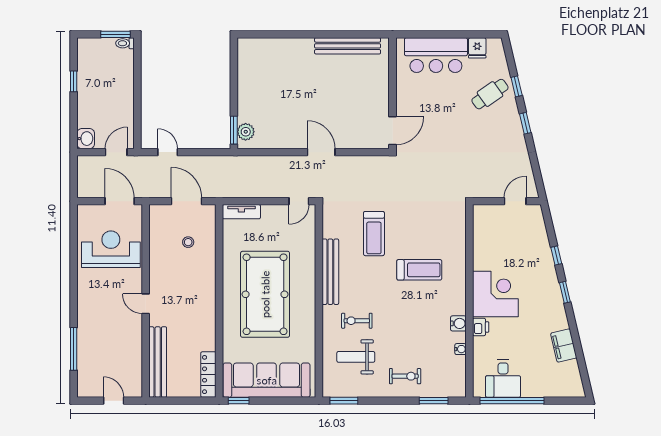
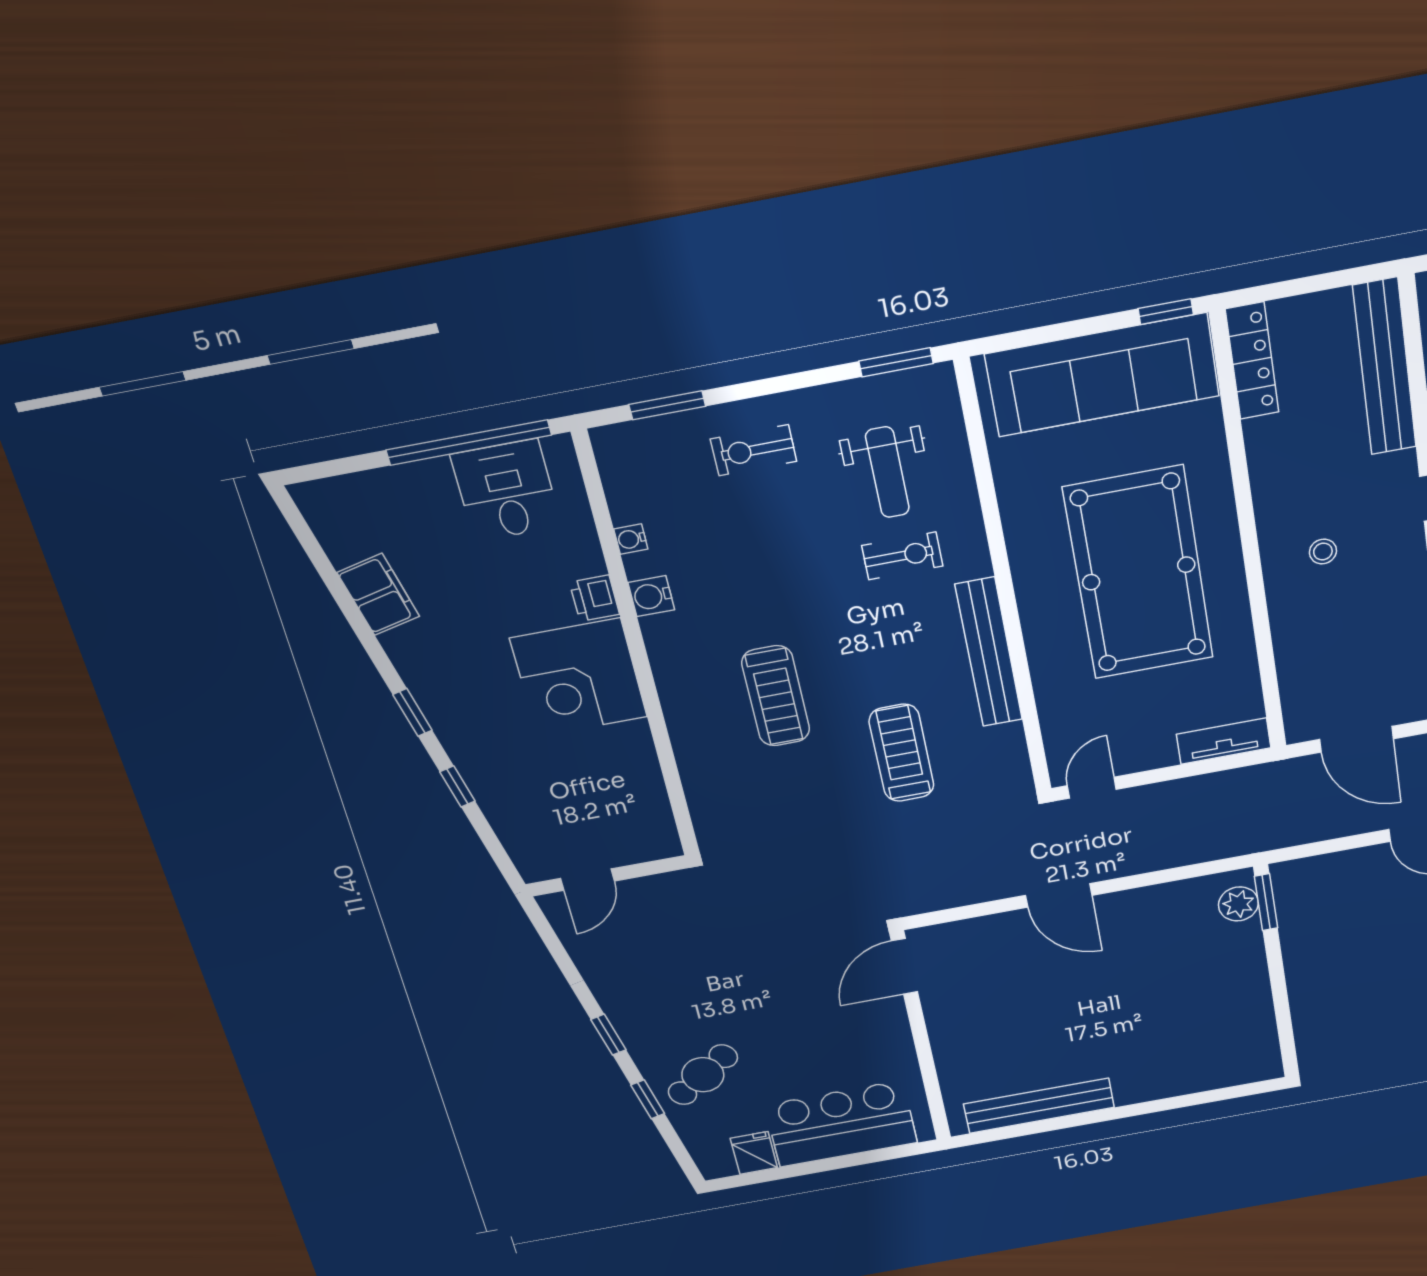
stool: (188, 242) -> (1323, 552), moved
treadmill: (419, 270) -> (776, 696), turned -90
weight bench: (356, 357) -> (887, 472), turned 90

